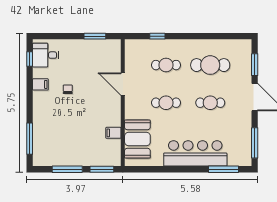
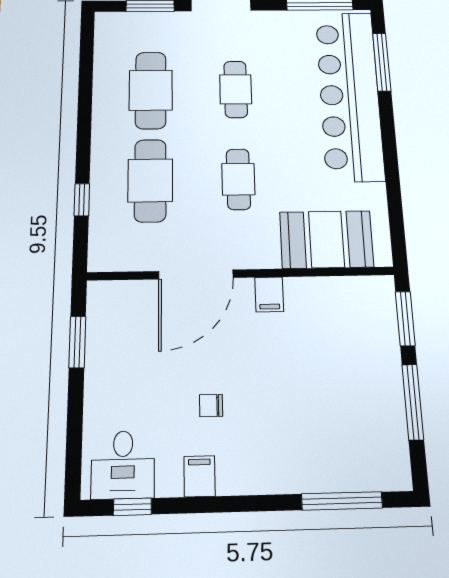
cafe table: (166, 65) -> (150, 180), width x1.37, depth x1.35
door: (123, 84) -> (196, 274), width x1.36
filing cabinet: (113, 133) -> (269, 294), moved
bar counter: (195, 153) -> (349, 95), width x1.36

